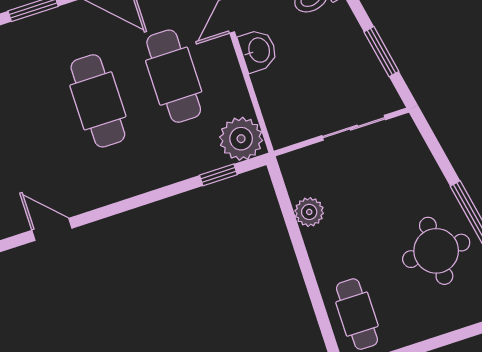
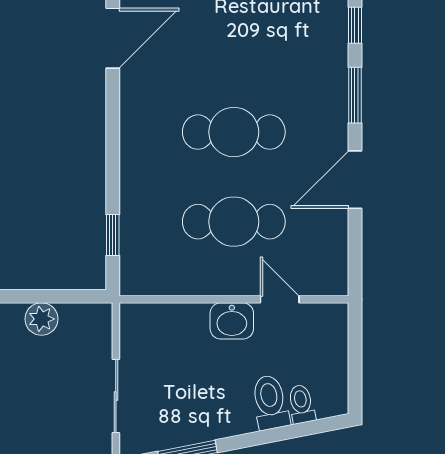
plant: (241, 139) -> (143, 272), removed
door: (52, 229) -> (113, 38), width x1.38

